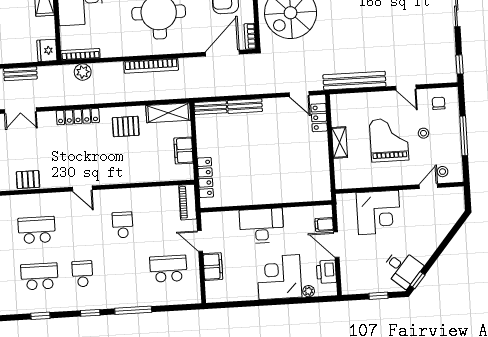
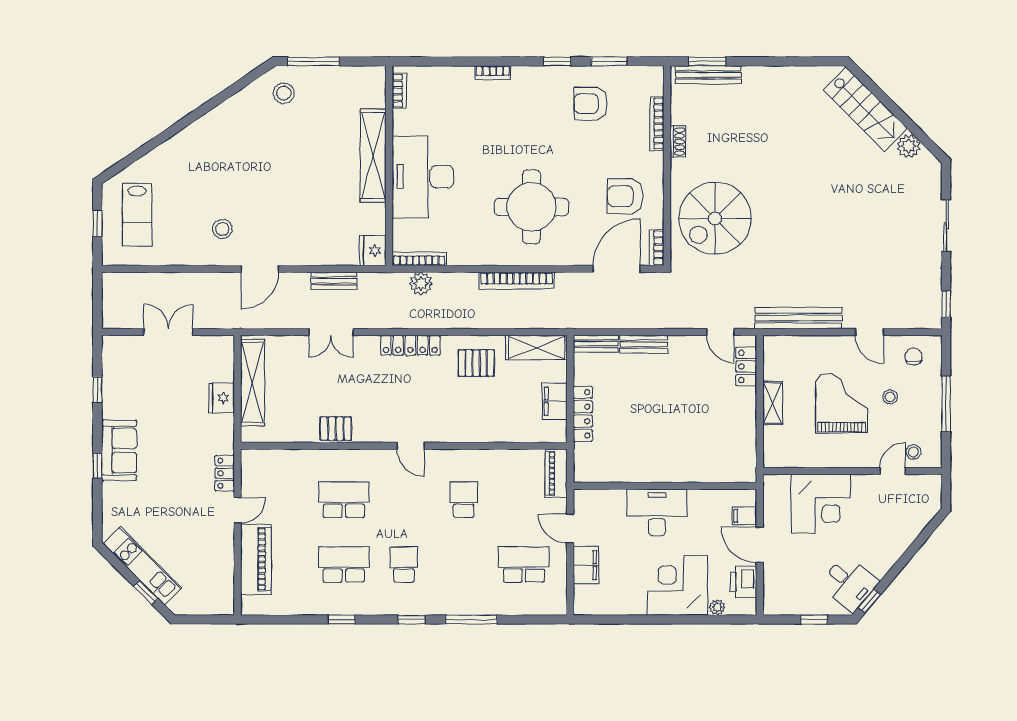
locker: (205, 178) -> (583, 414), moved

